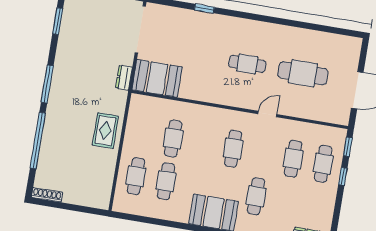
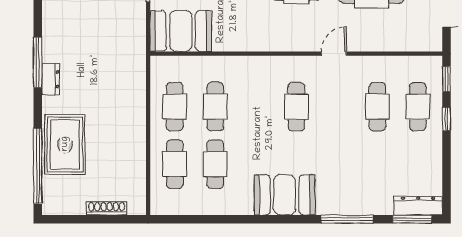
dresser: (124, 78) -> (51, 79), moved, turned 180
rug: (105, 131) -> (65, 144), moved, width x1.36, depth x1.43
window: (38, 141) -> (38, 166), moved
shoe rack: (47, 195) -> (107, 208), moved
cafe table: (256, 196) -> (175, 107), moved

